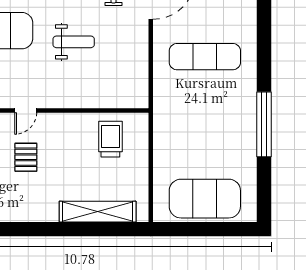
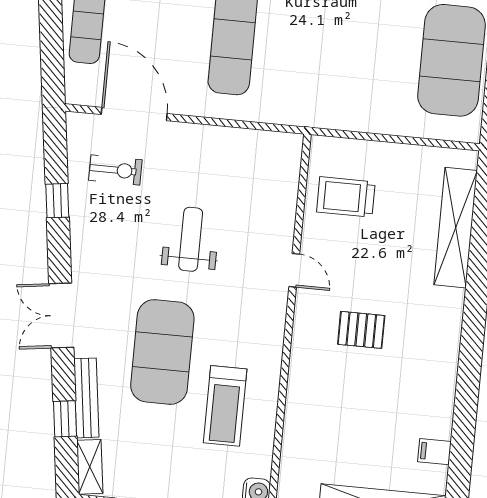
door: (26, 110) -> (294, 270), moved

